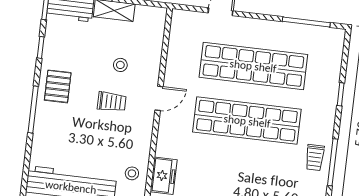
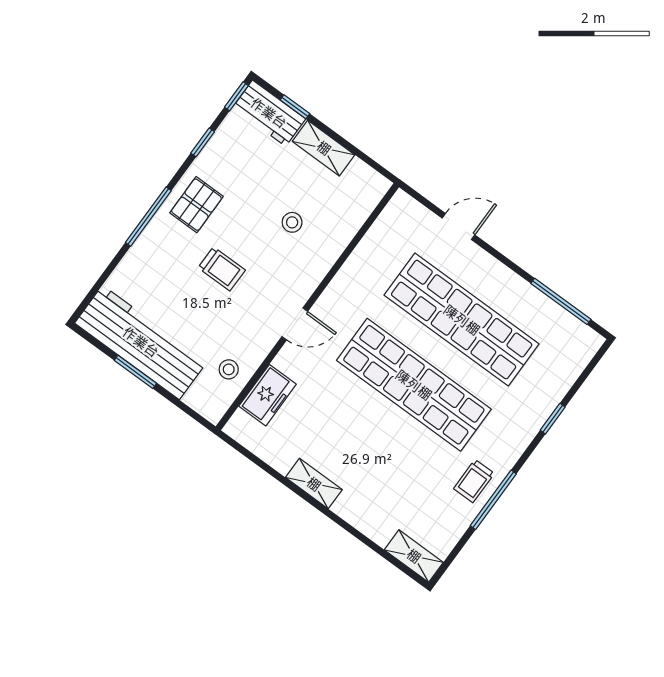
door: (159, 98) -> (295, 324), moved
trolley: (112, 102) -> (222, 269), moved

